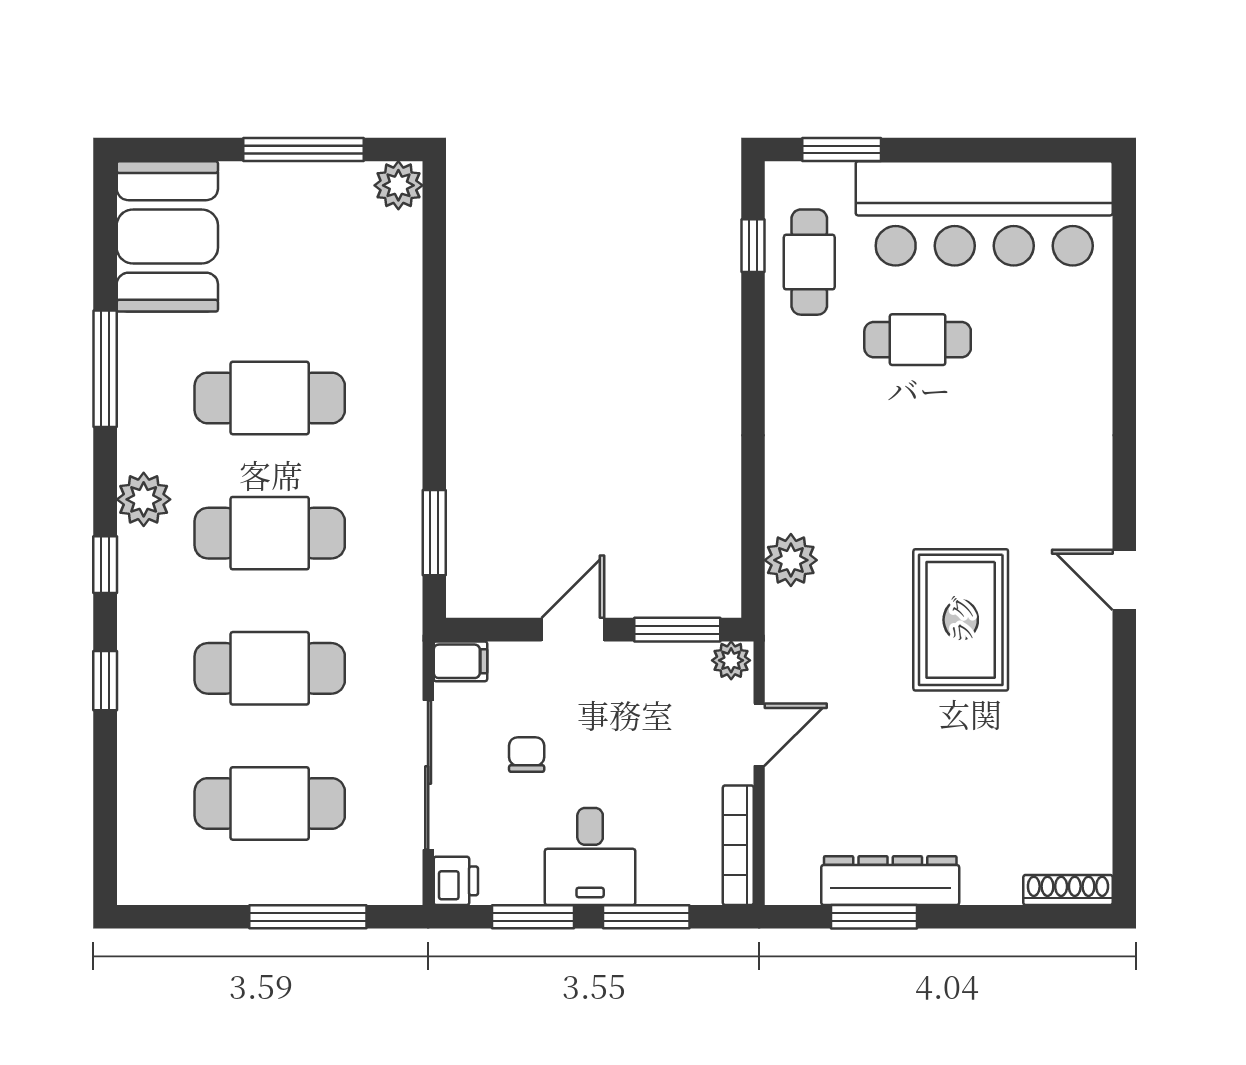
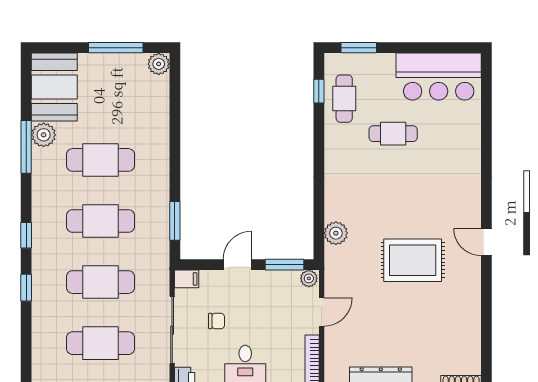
bar counter: (984, 213) -> (439, 77), width x0.73
plant: (144, 499) -> (44, 135), moved
rug: (961, 620) -> (413, 260), turned 90
chair: (527, 755) -> (217, 321), turned 90

